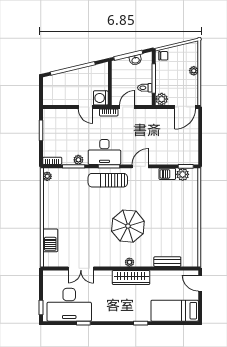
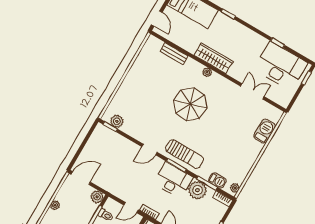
plant: (78, 160) -> (197, 190), width x1.87, depth x1.87
barbecue: (167, 174) -> (218, 181), moved

